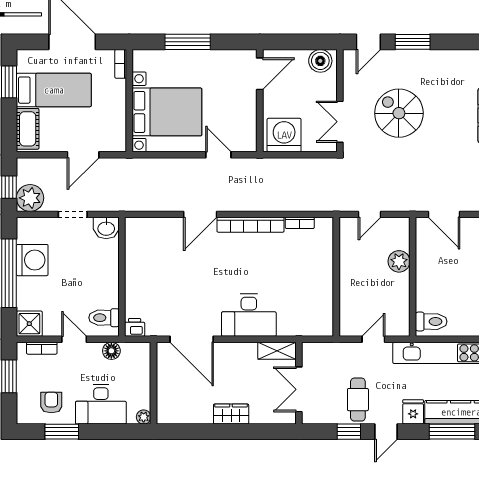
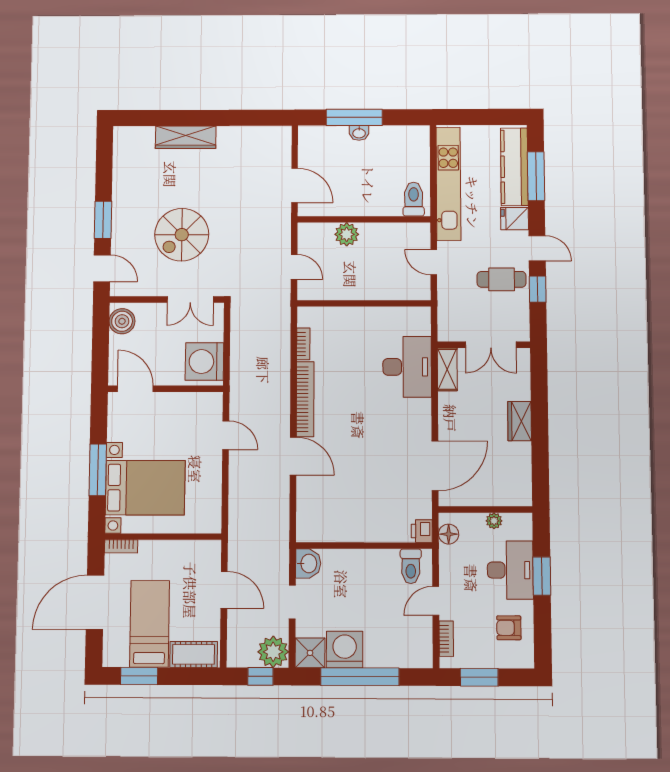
bed with nightstands: (167, 112) -> (145, 488), moved, turned 90
door: (218, 155) -> (226, 435), swing flipped
door: (444, 214) -> (295, 185), hinge flipped
desk: (249, 315) -> (407, 367), moved
shower: (29, 324) -> (310, 653), moved
floor lamp: (111, 351) -> (449, 534), moved
plant: (144, 417) -> (494, 521), moved
window: (62, 432) -> (542, 576), moved

